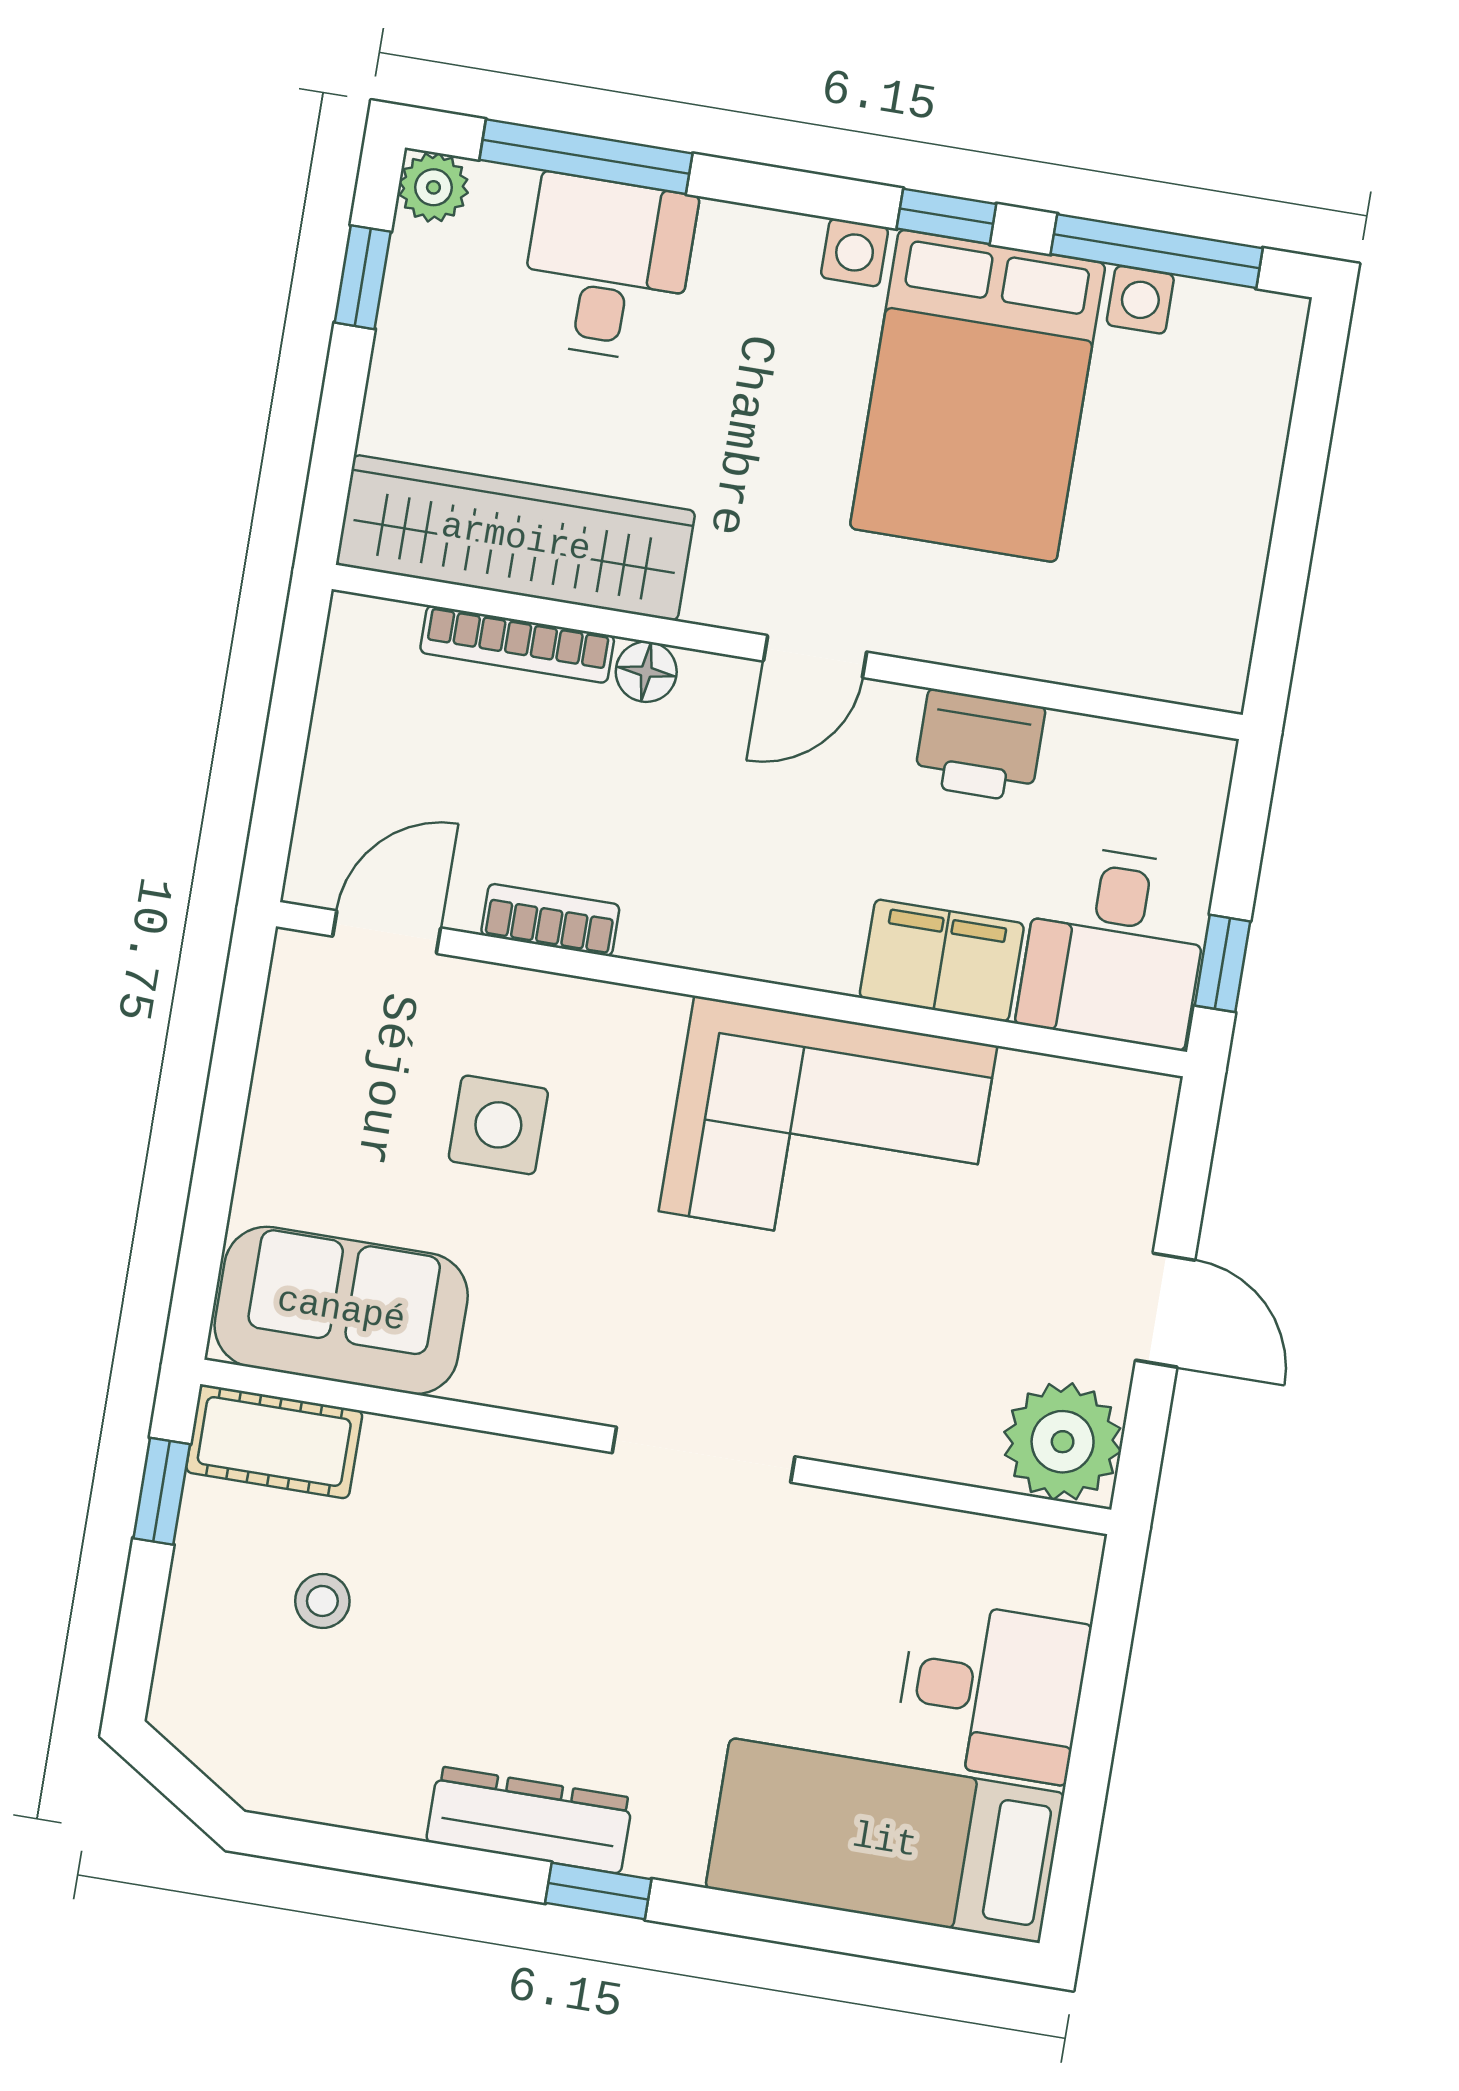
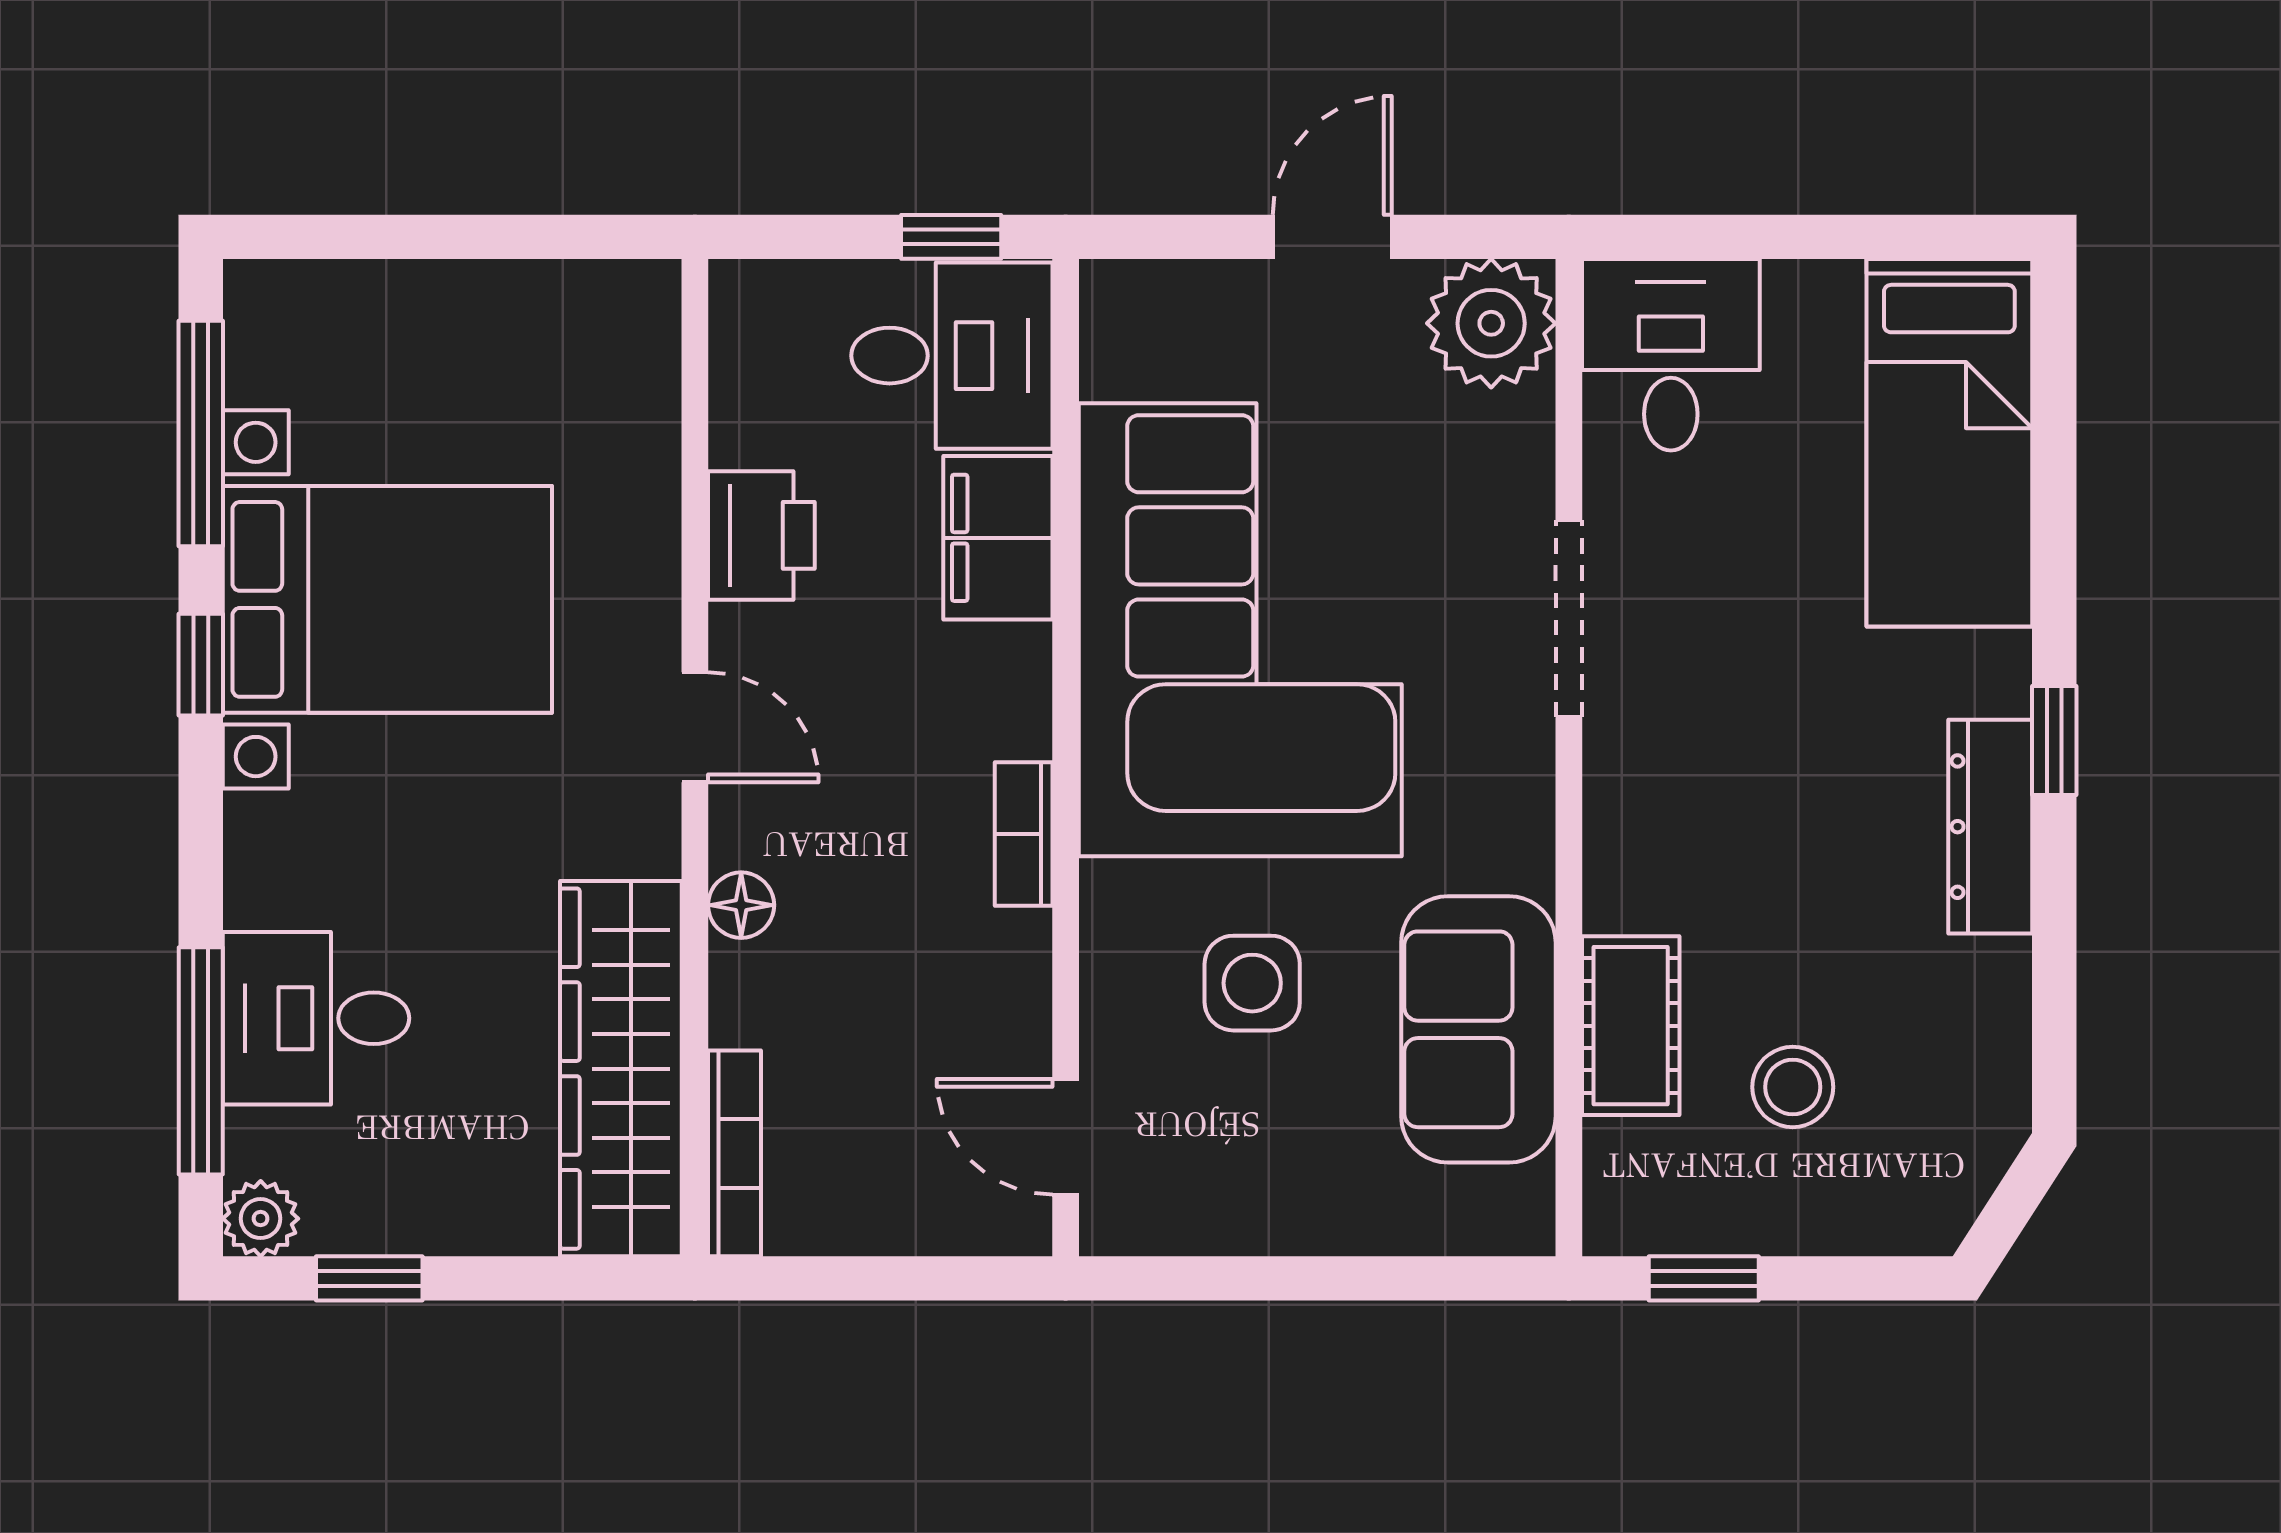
bookcase: (517, 644) -> (735, 1153), moved
bookcase: (550, 920) -> (1024, 834), moved
corner sofa: (828, 1129) -> (1240, 630), width x1.36, depth x1.36
sofa: (341, 1310) -> (1478, 1029), moved
cot: (274, 1442) -> (1631, 1026), moved
doorway: (704, 1455) -> (1569, 619), moved
stool: (322, 1601) -> (1793, 1087), width x1.37, depth x1.37
desk: (992, 1691) -> (1671, 355), moved

